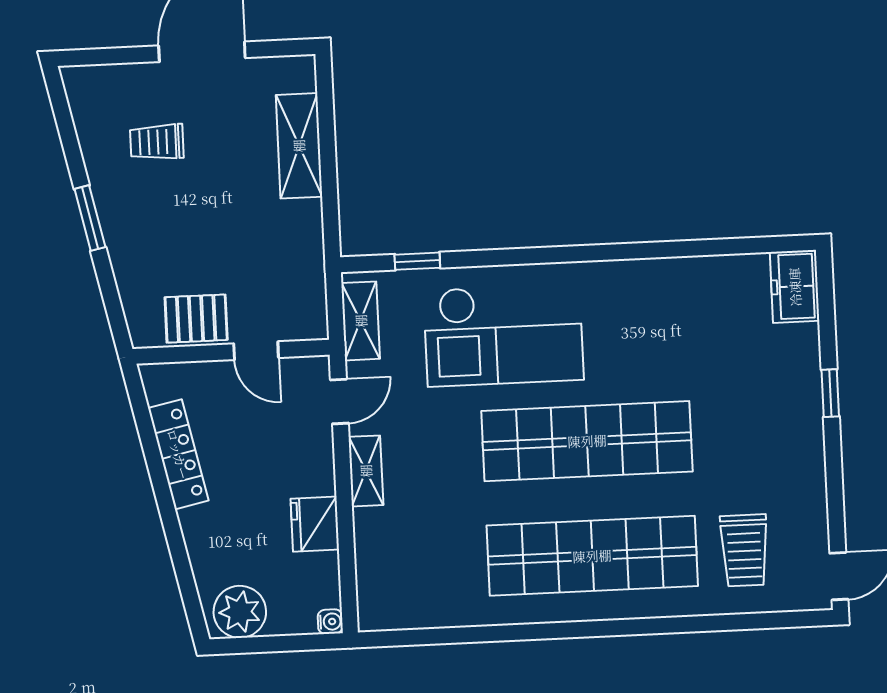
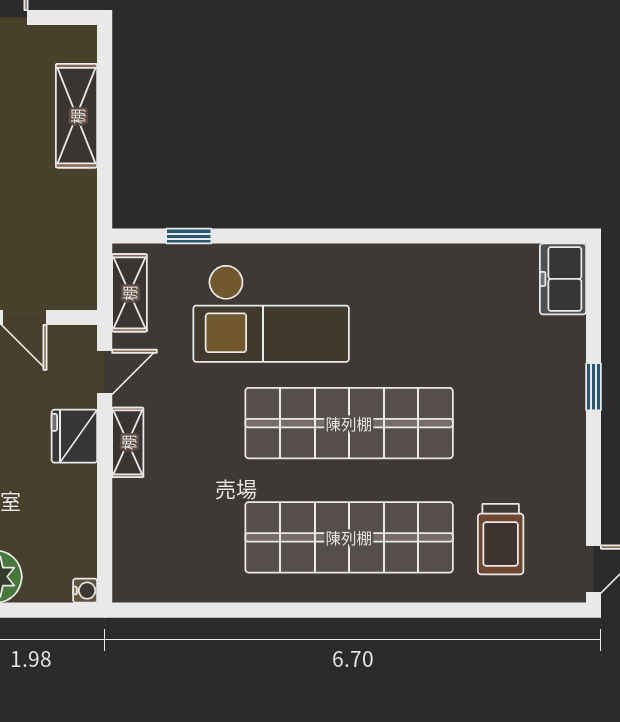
fridge: (315, 524) -> (74, 436), moved

